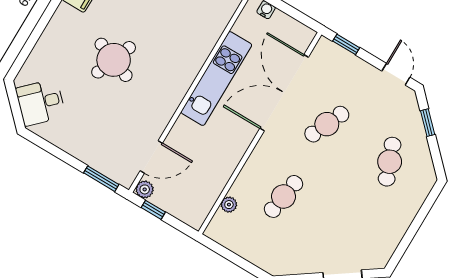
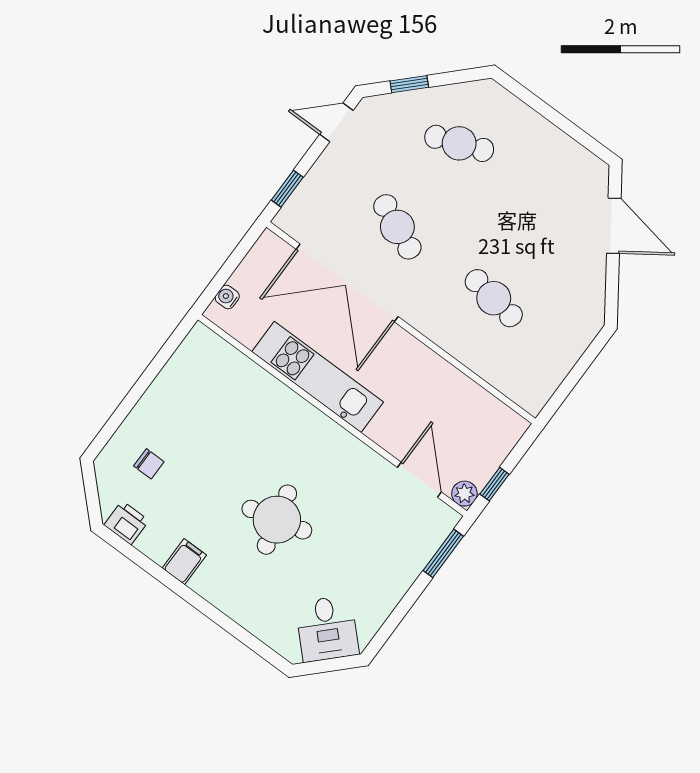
round table: (114, 60) -> (277, 520), turned -35
plant: (229, 205) -> (498, 377), removed

